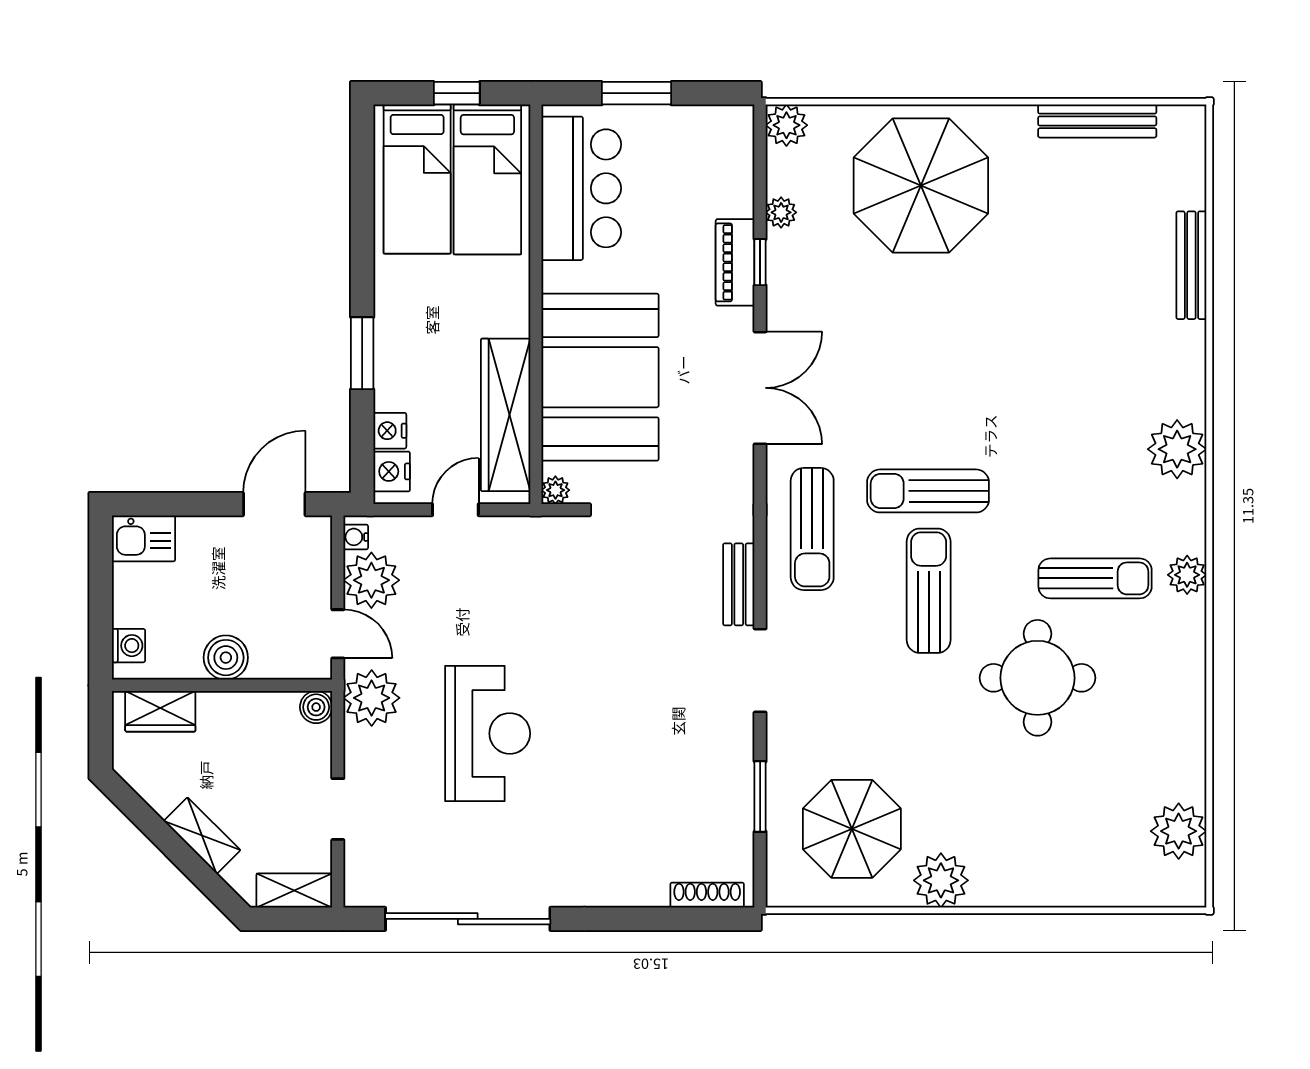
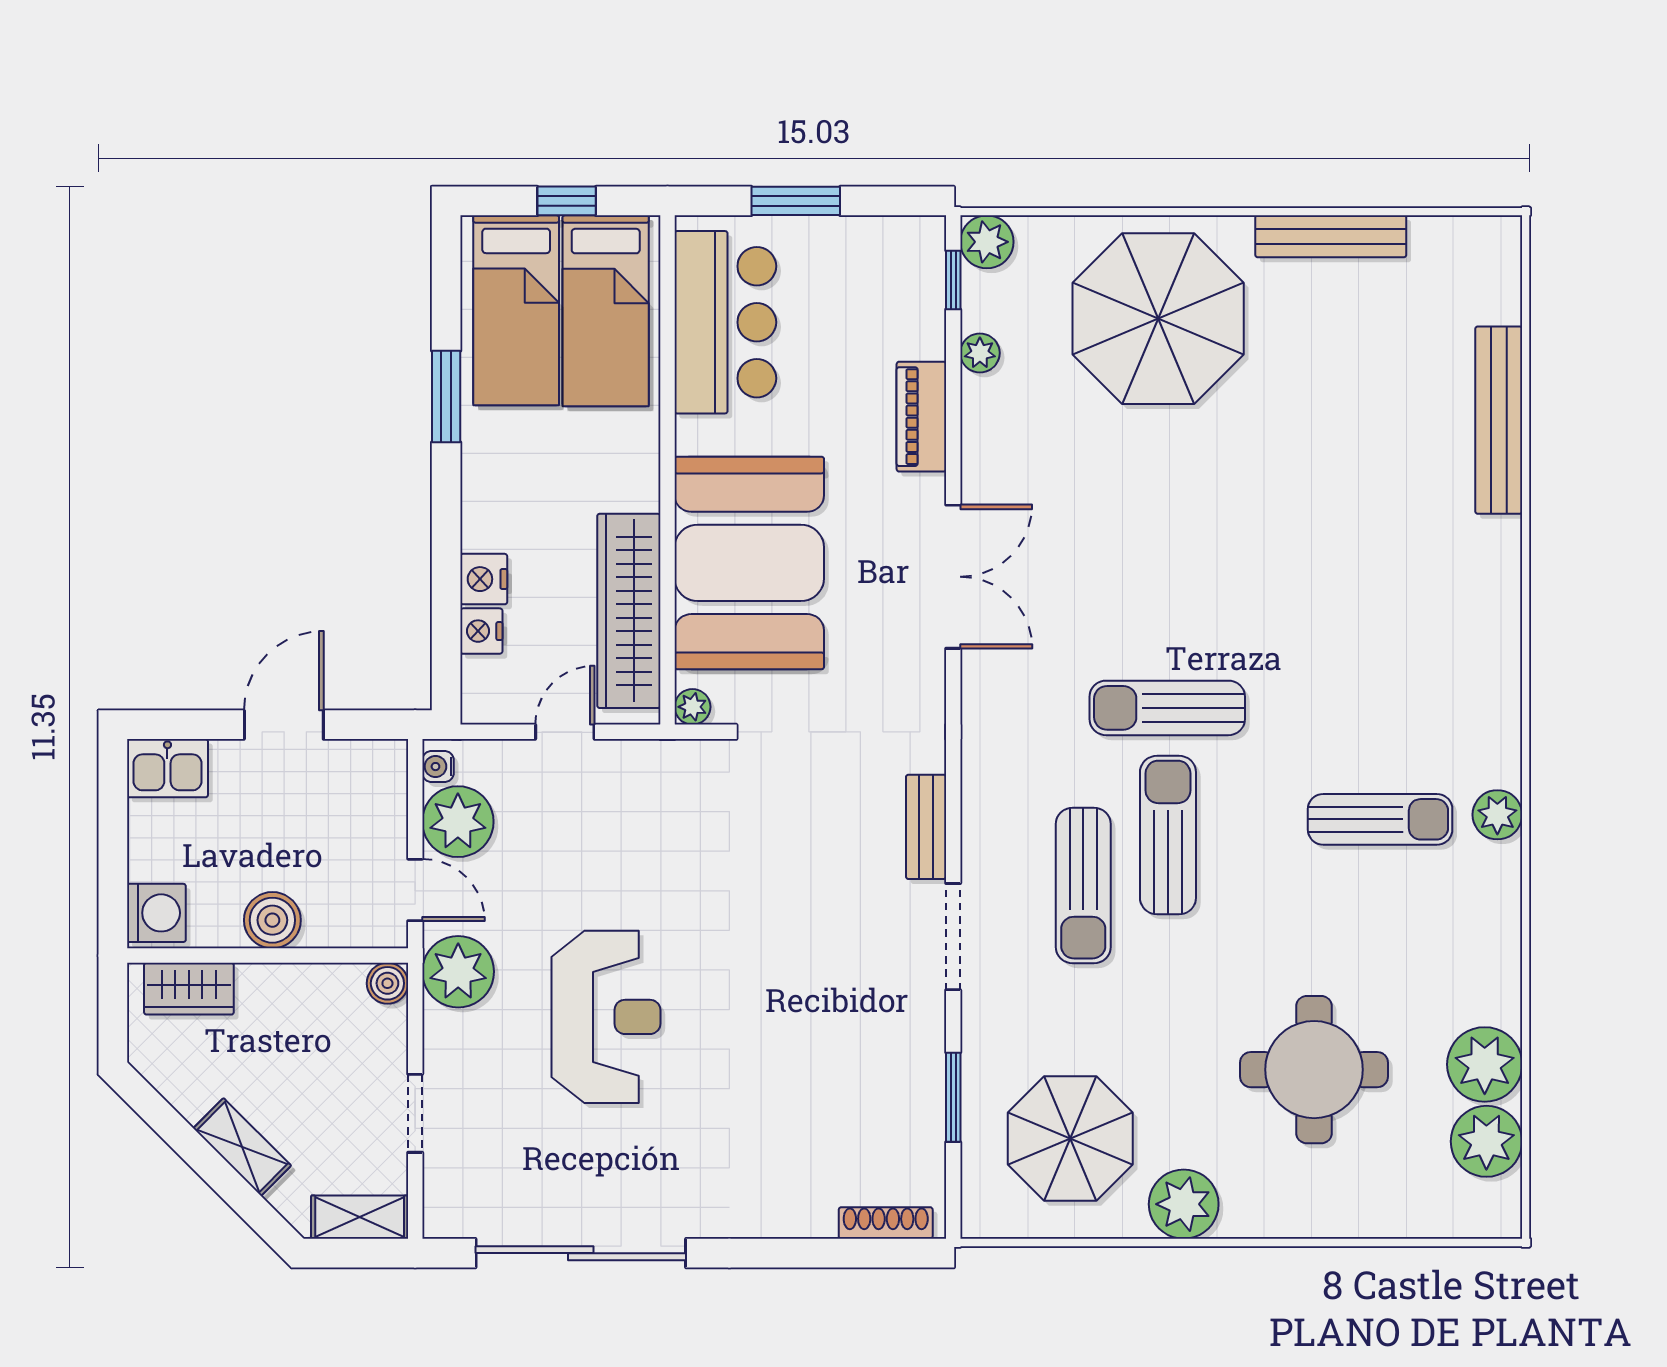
bench: (1097, 121) -> (1331, 236), moved
window: (760, 262) -> (953, 280), moved
bench: (1191, 265) -> (1499, 420), width x1.37, depth x1.21
window: (362, 353) -> (446, 396), moved
plant: (1177, 449) -> (1485, 1064), moved
nightstand: (392, 471) -> (484, 579), moved
door: (274, 504) -> (284, 725), moved
sun lounger: (812, 529) -> (1083, 886), moved
washing machine: (128, 646) -> (156, 913), width x1.38, depth x1.38
round table: (1037, 678) -> (1314, 1070), moved

